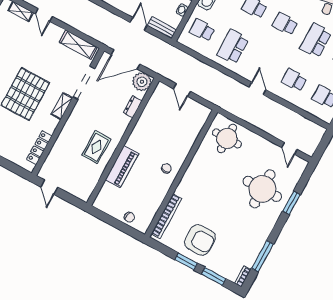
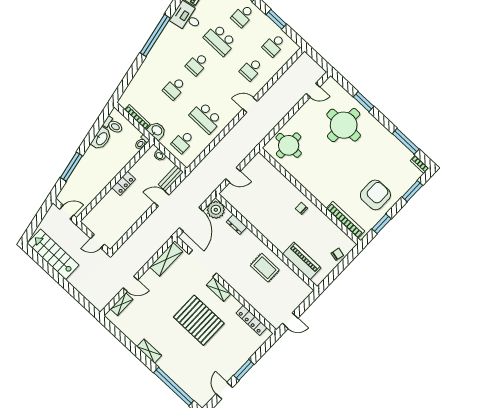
piano: (122, 167) -> (302, 261), moved
window: (186, 261) -> (382, 224), moved

